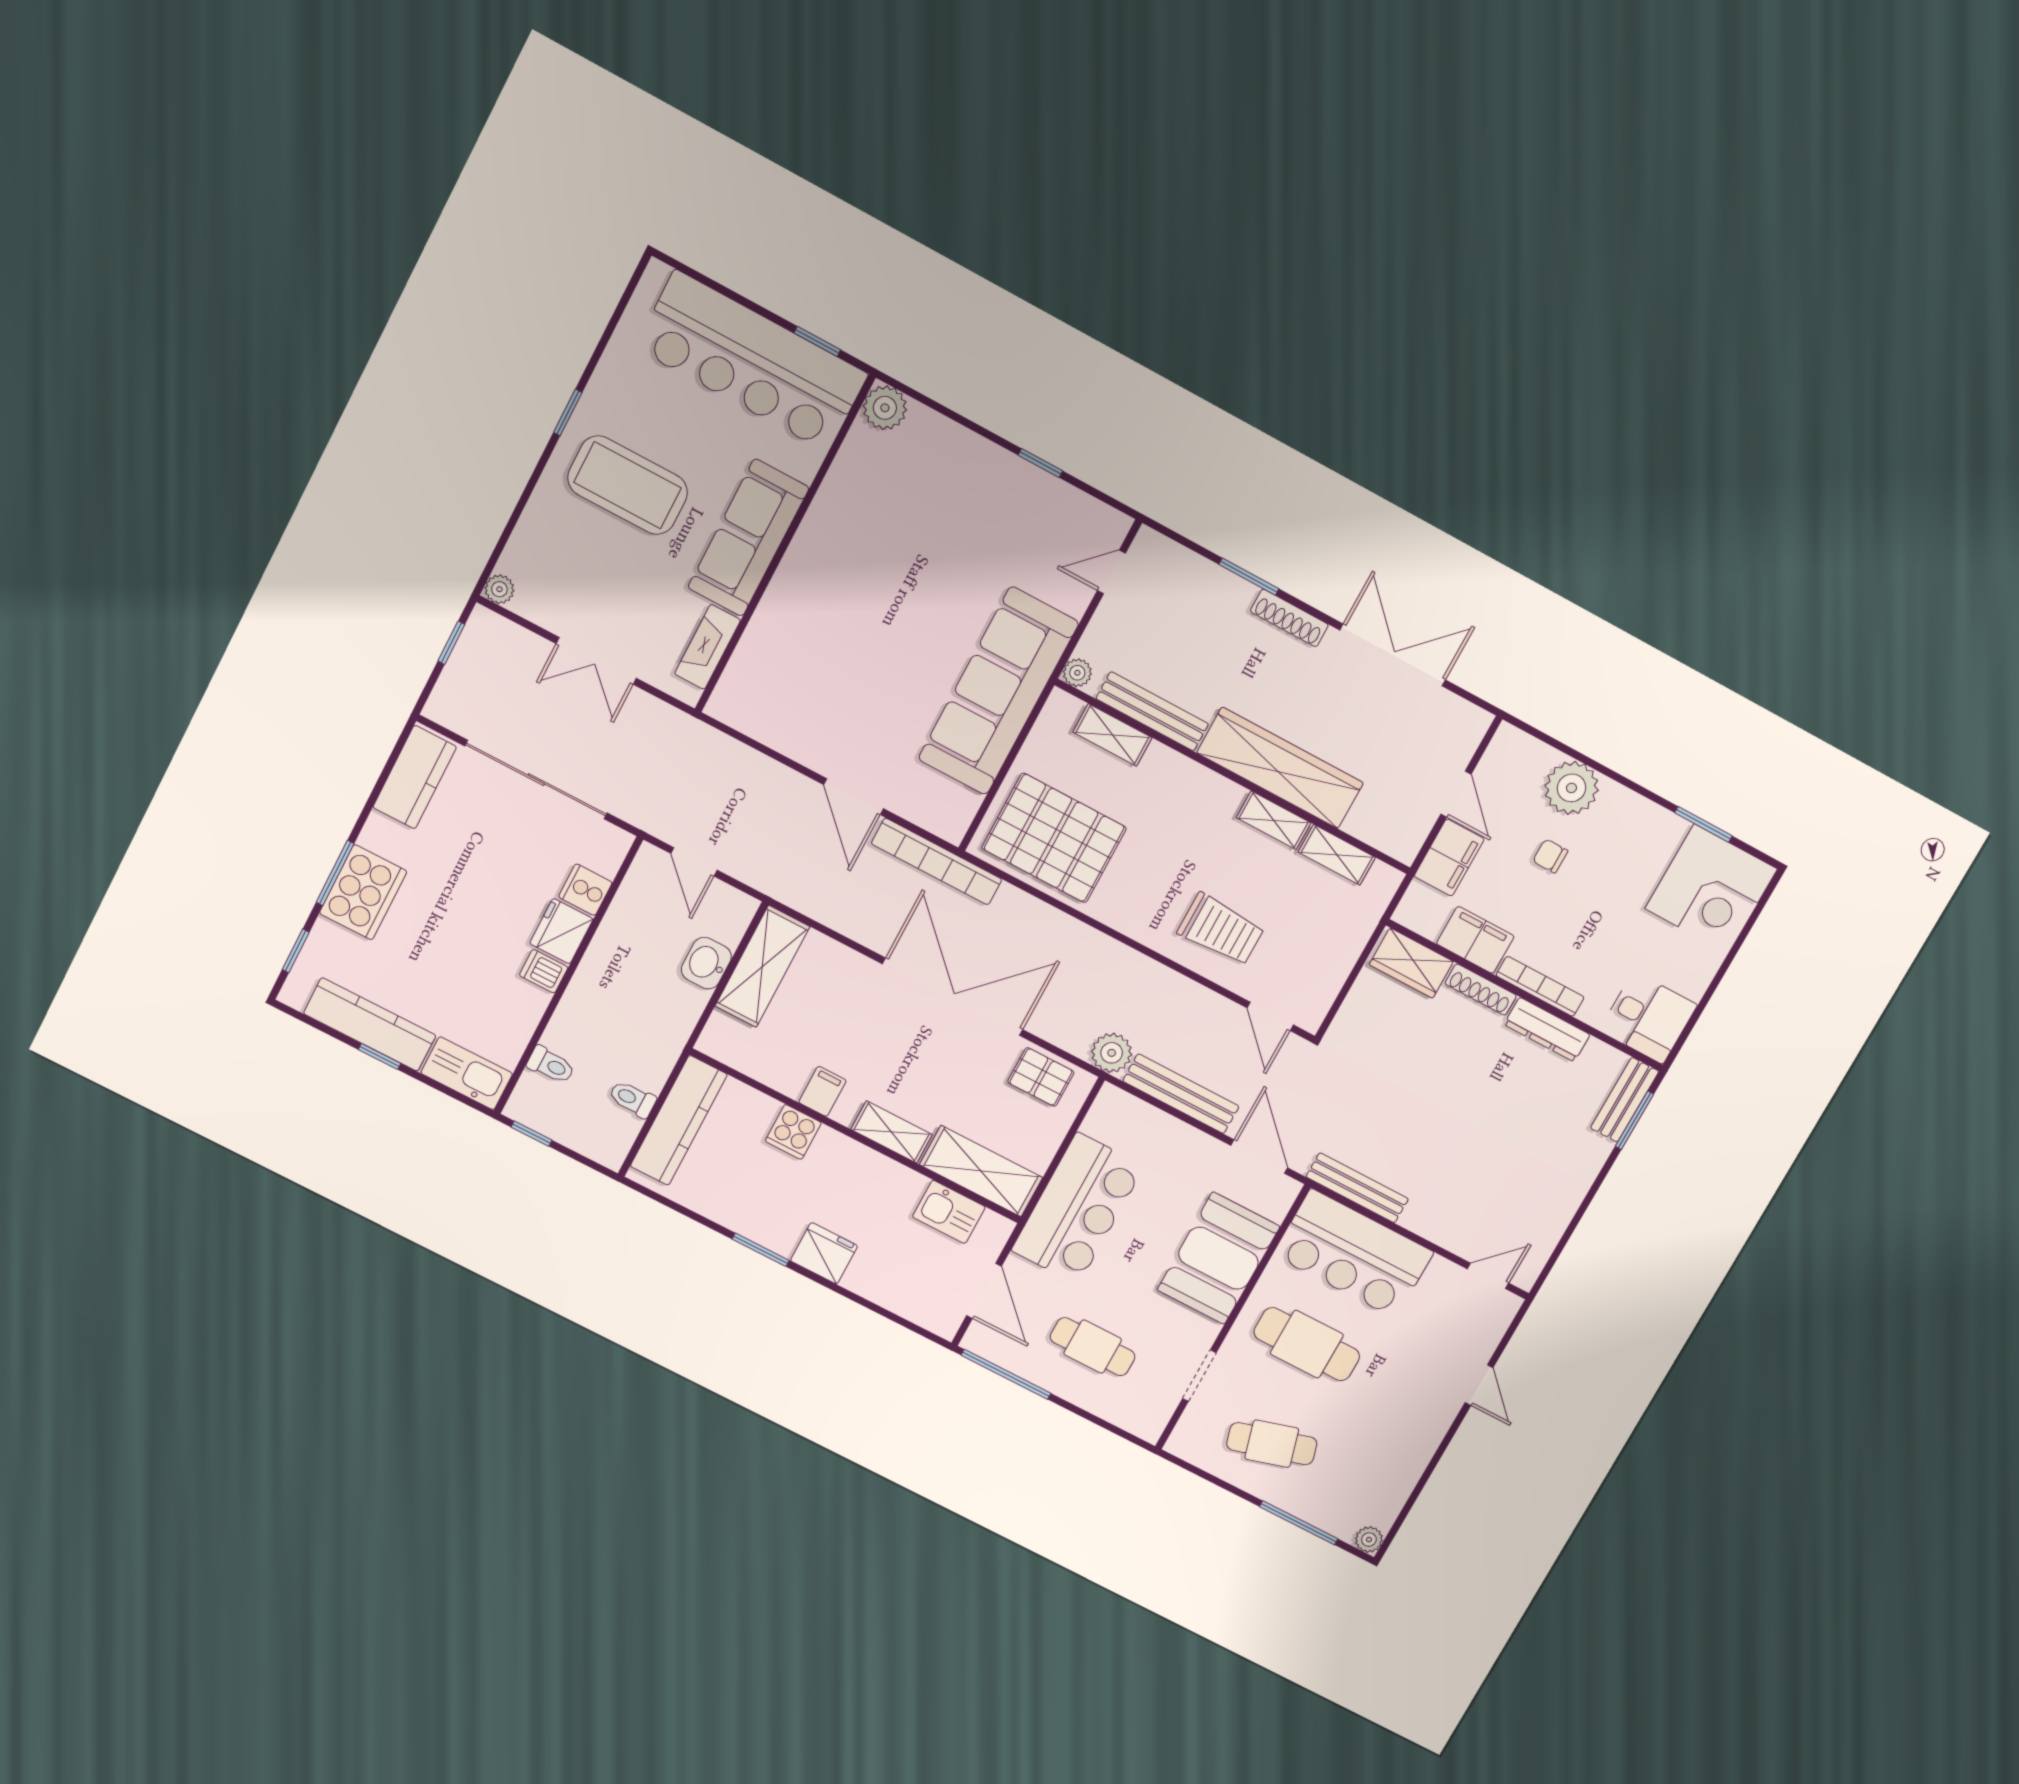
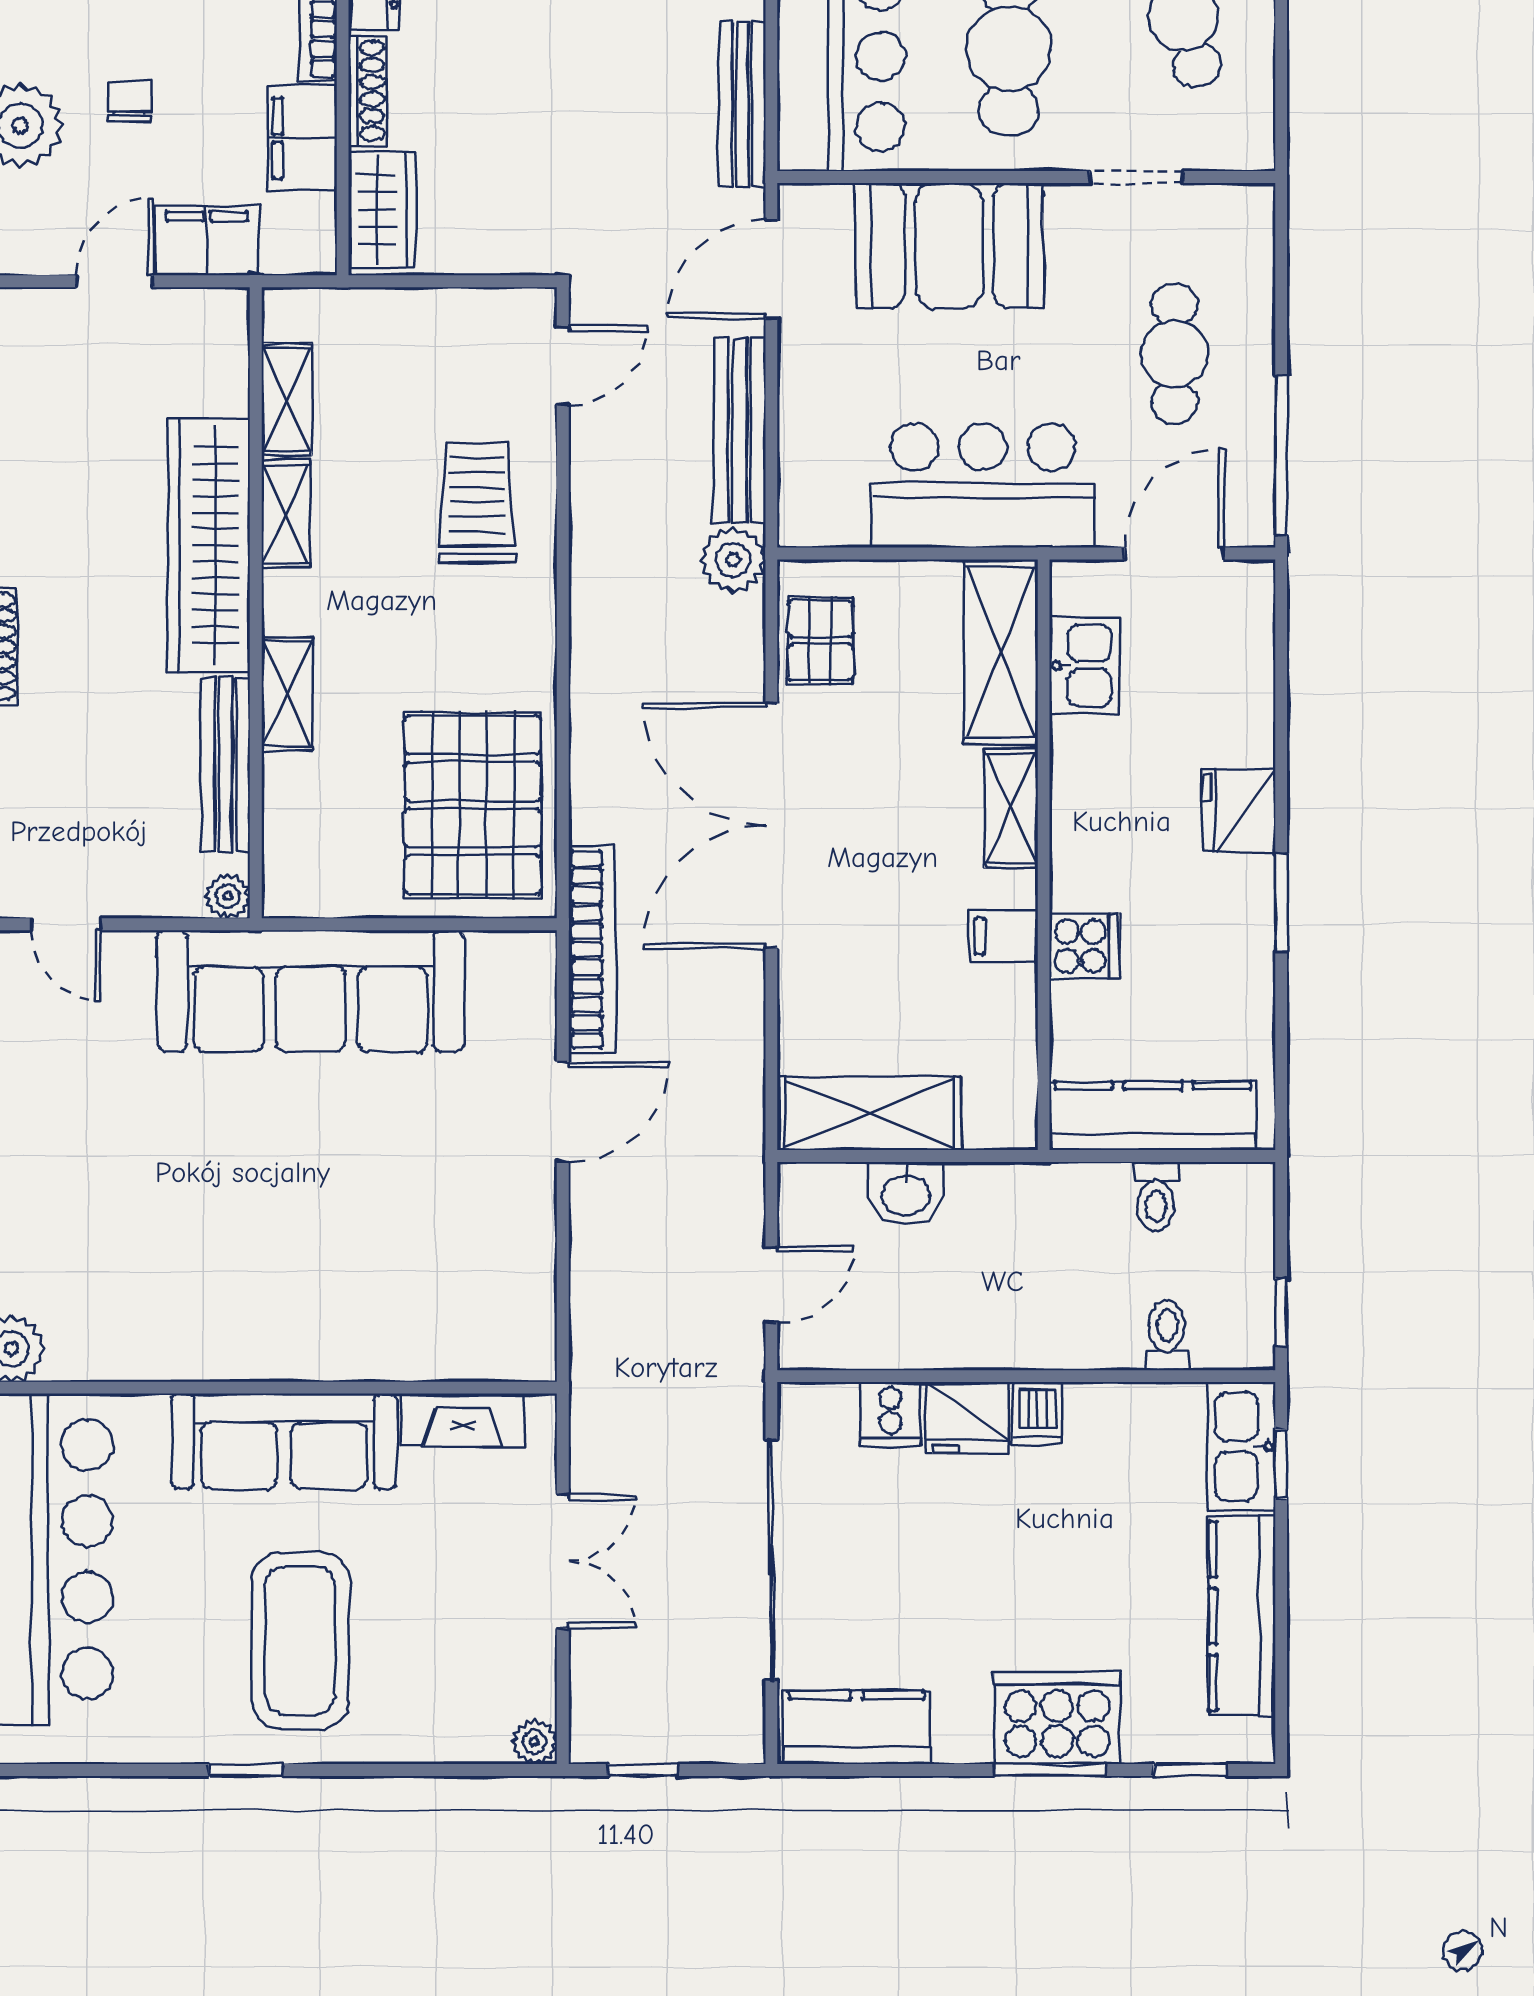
shelving: (1112, 735) -> (287, 694), moved
chair: (1550, 856) -> (130, 101), turned 180
window: (380, 1056) -> (1281, 1464), moved

